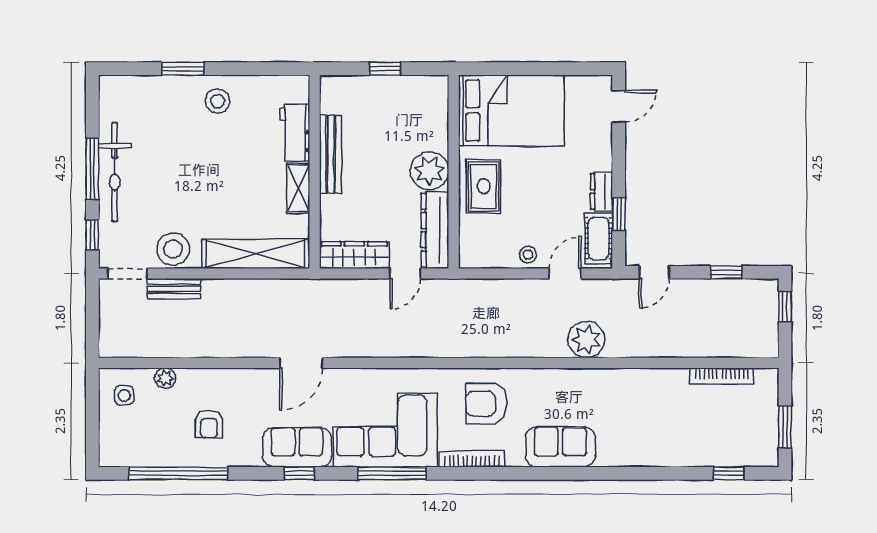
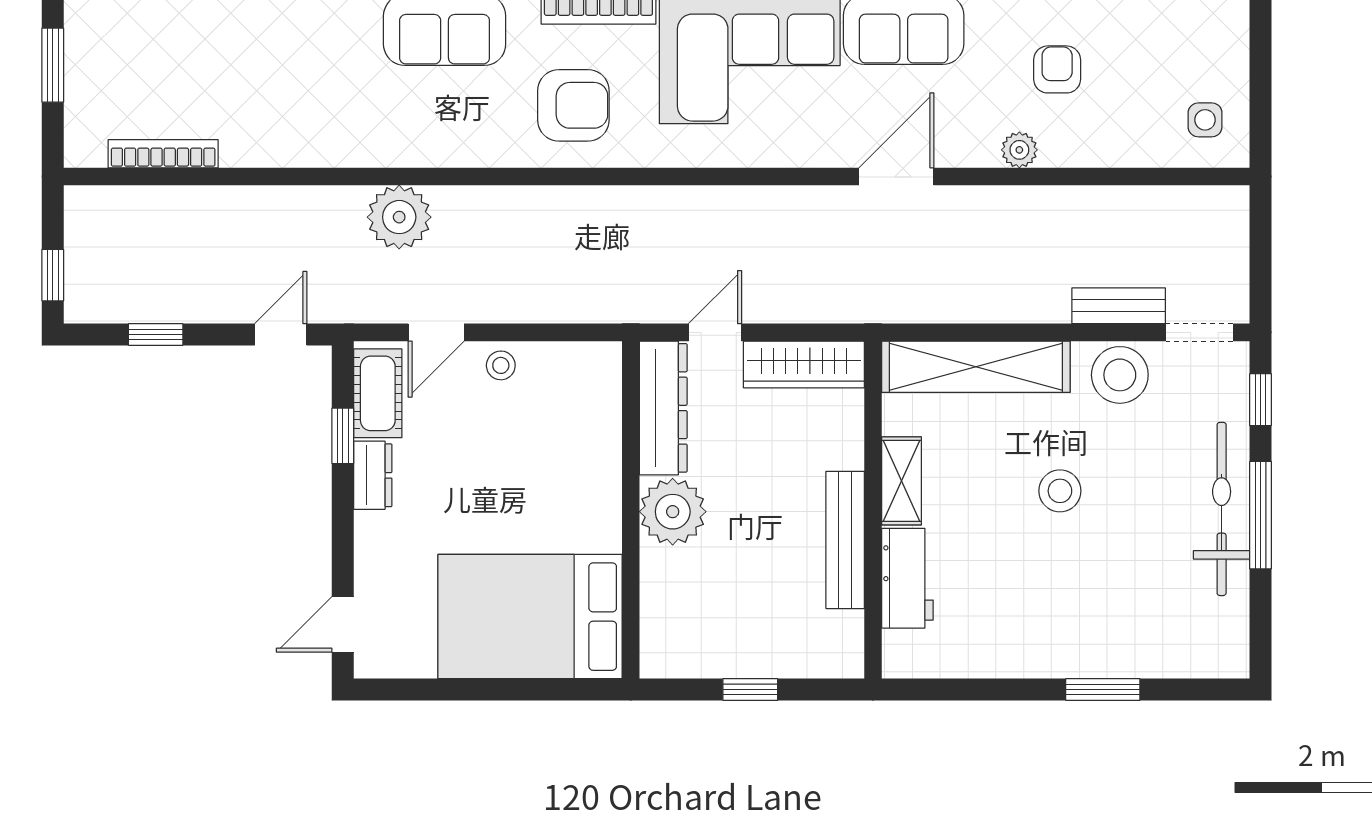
stool: (218, 101) -> (1060, 491), moved
rug: (484, 186) -> (578, 484), removed
plant: (165, 378) -> (1019, 150), moved

